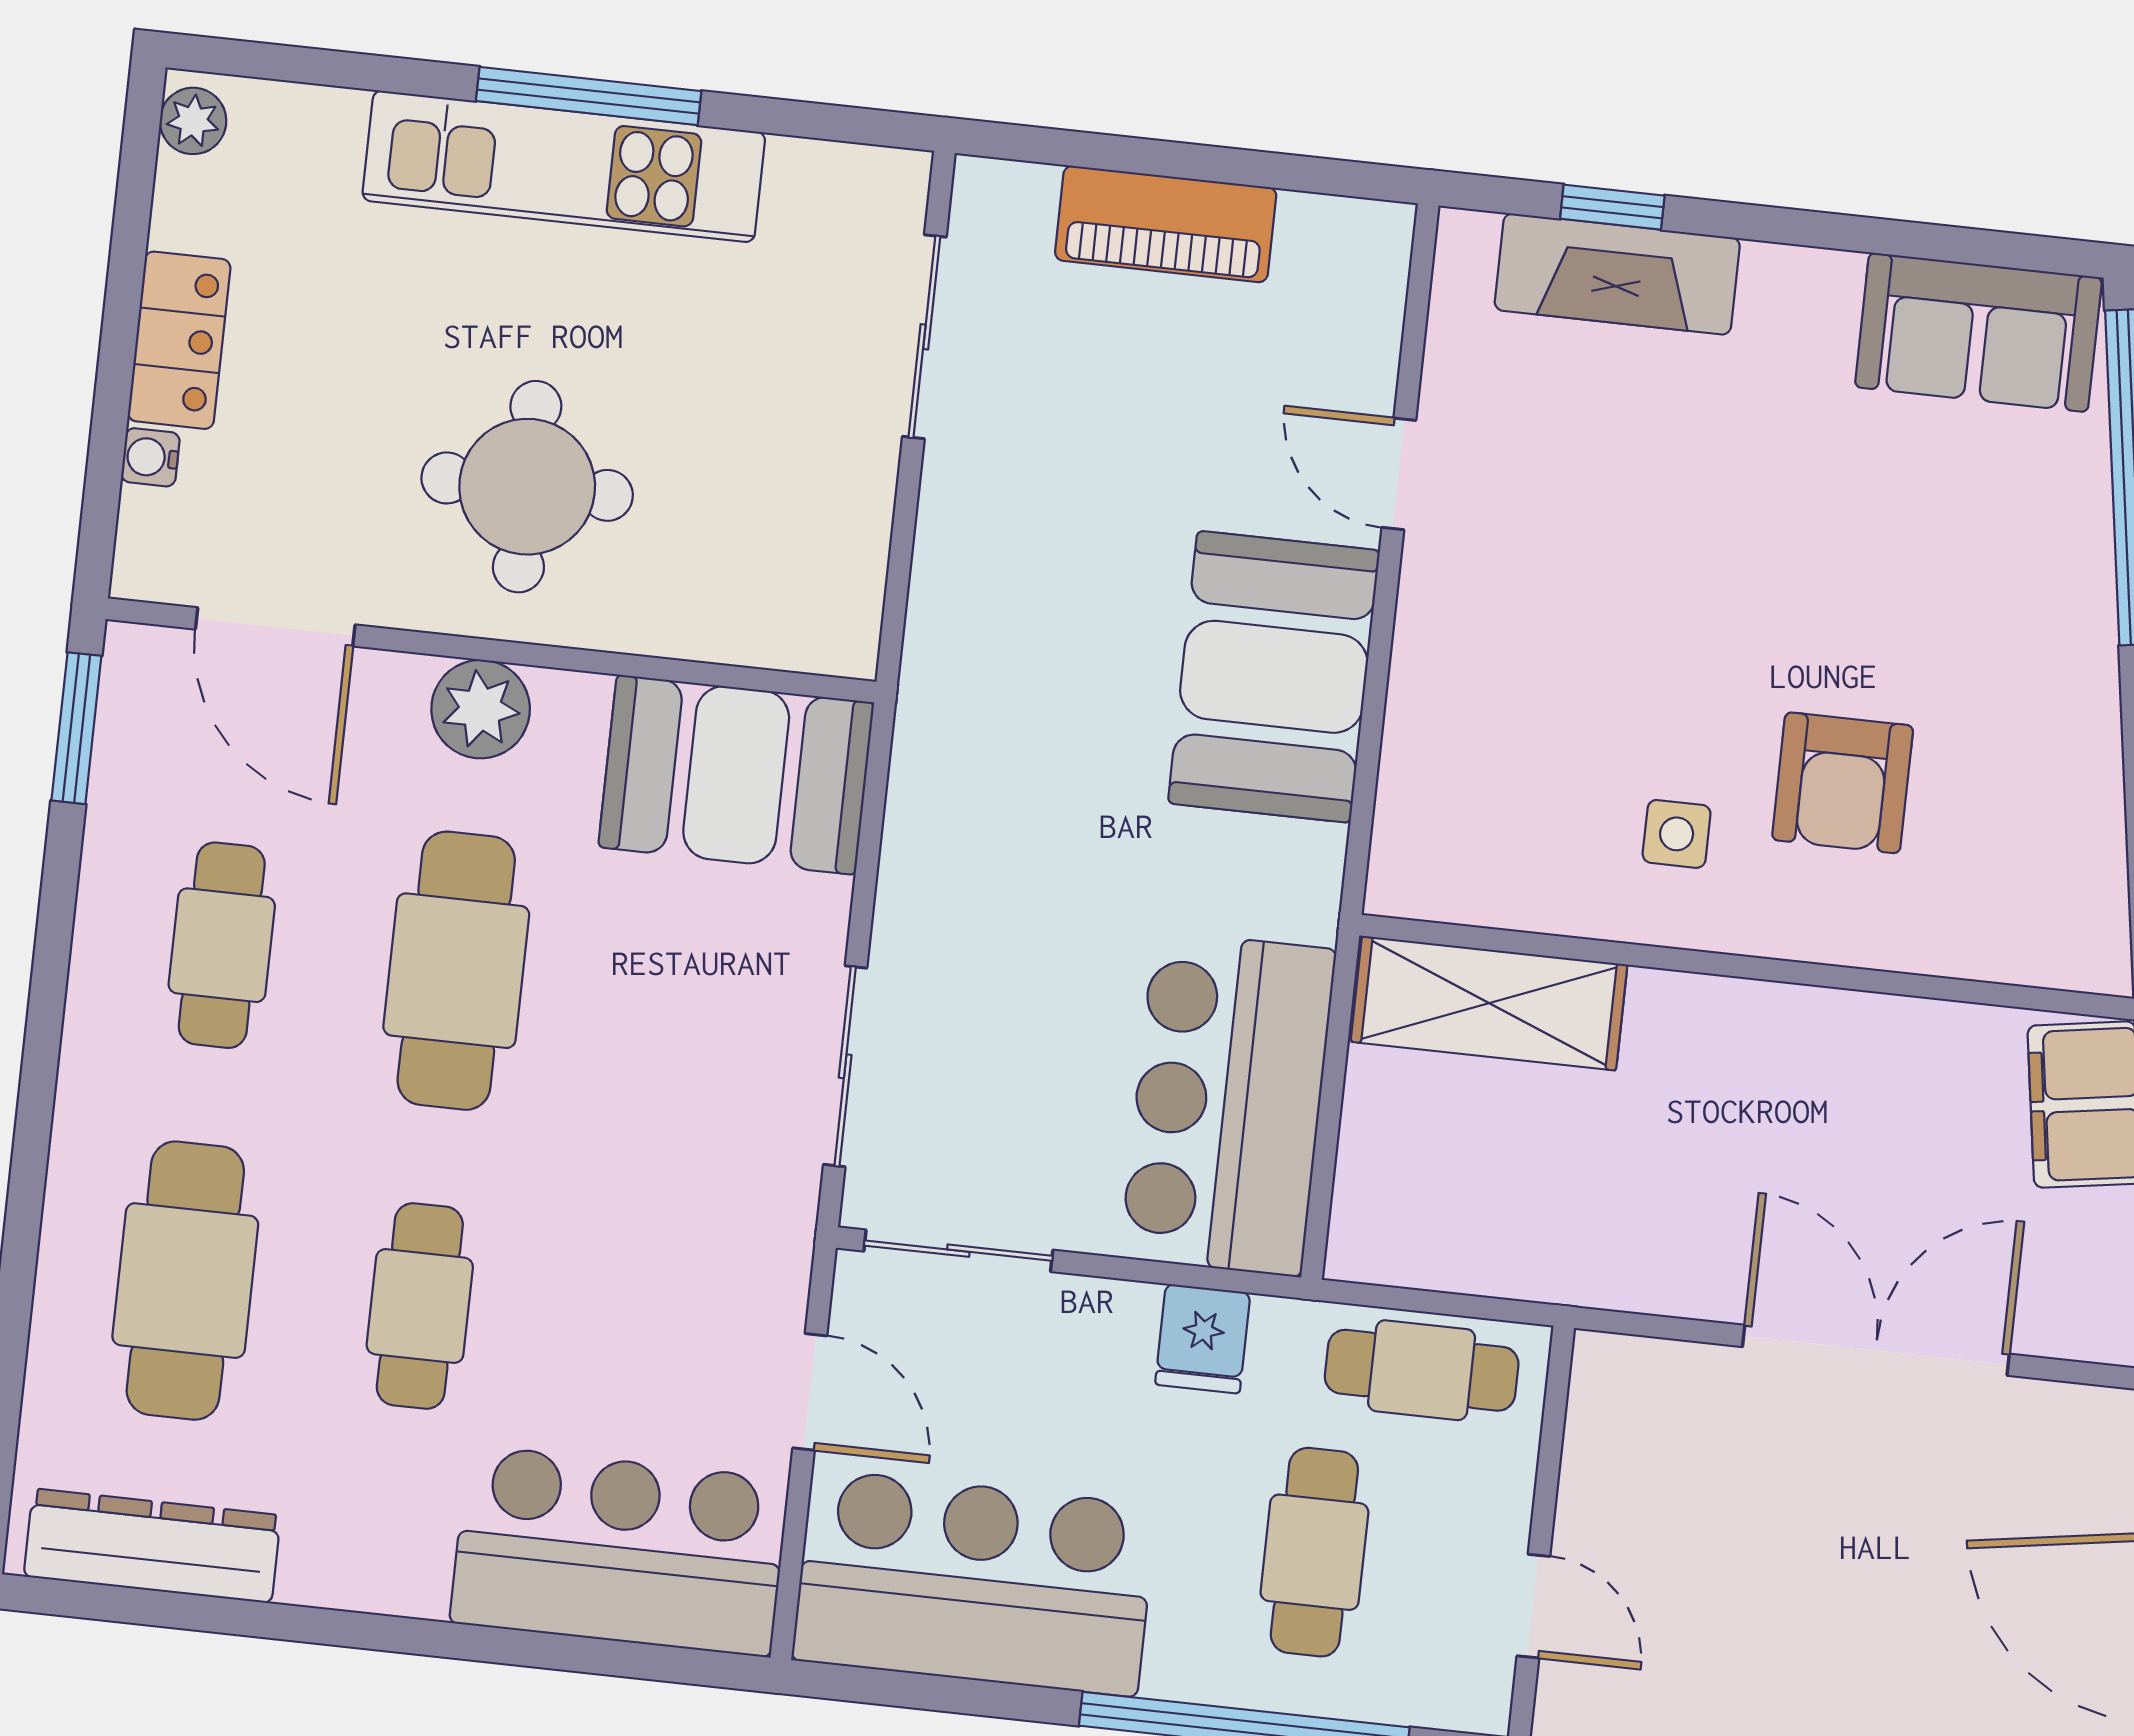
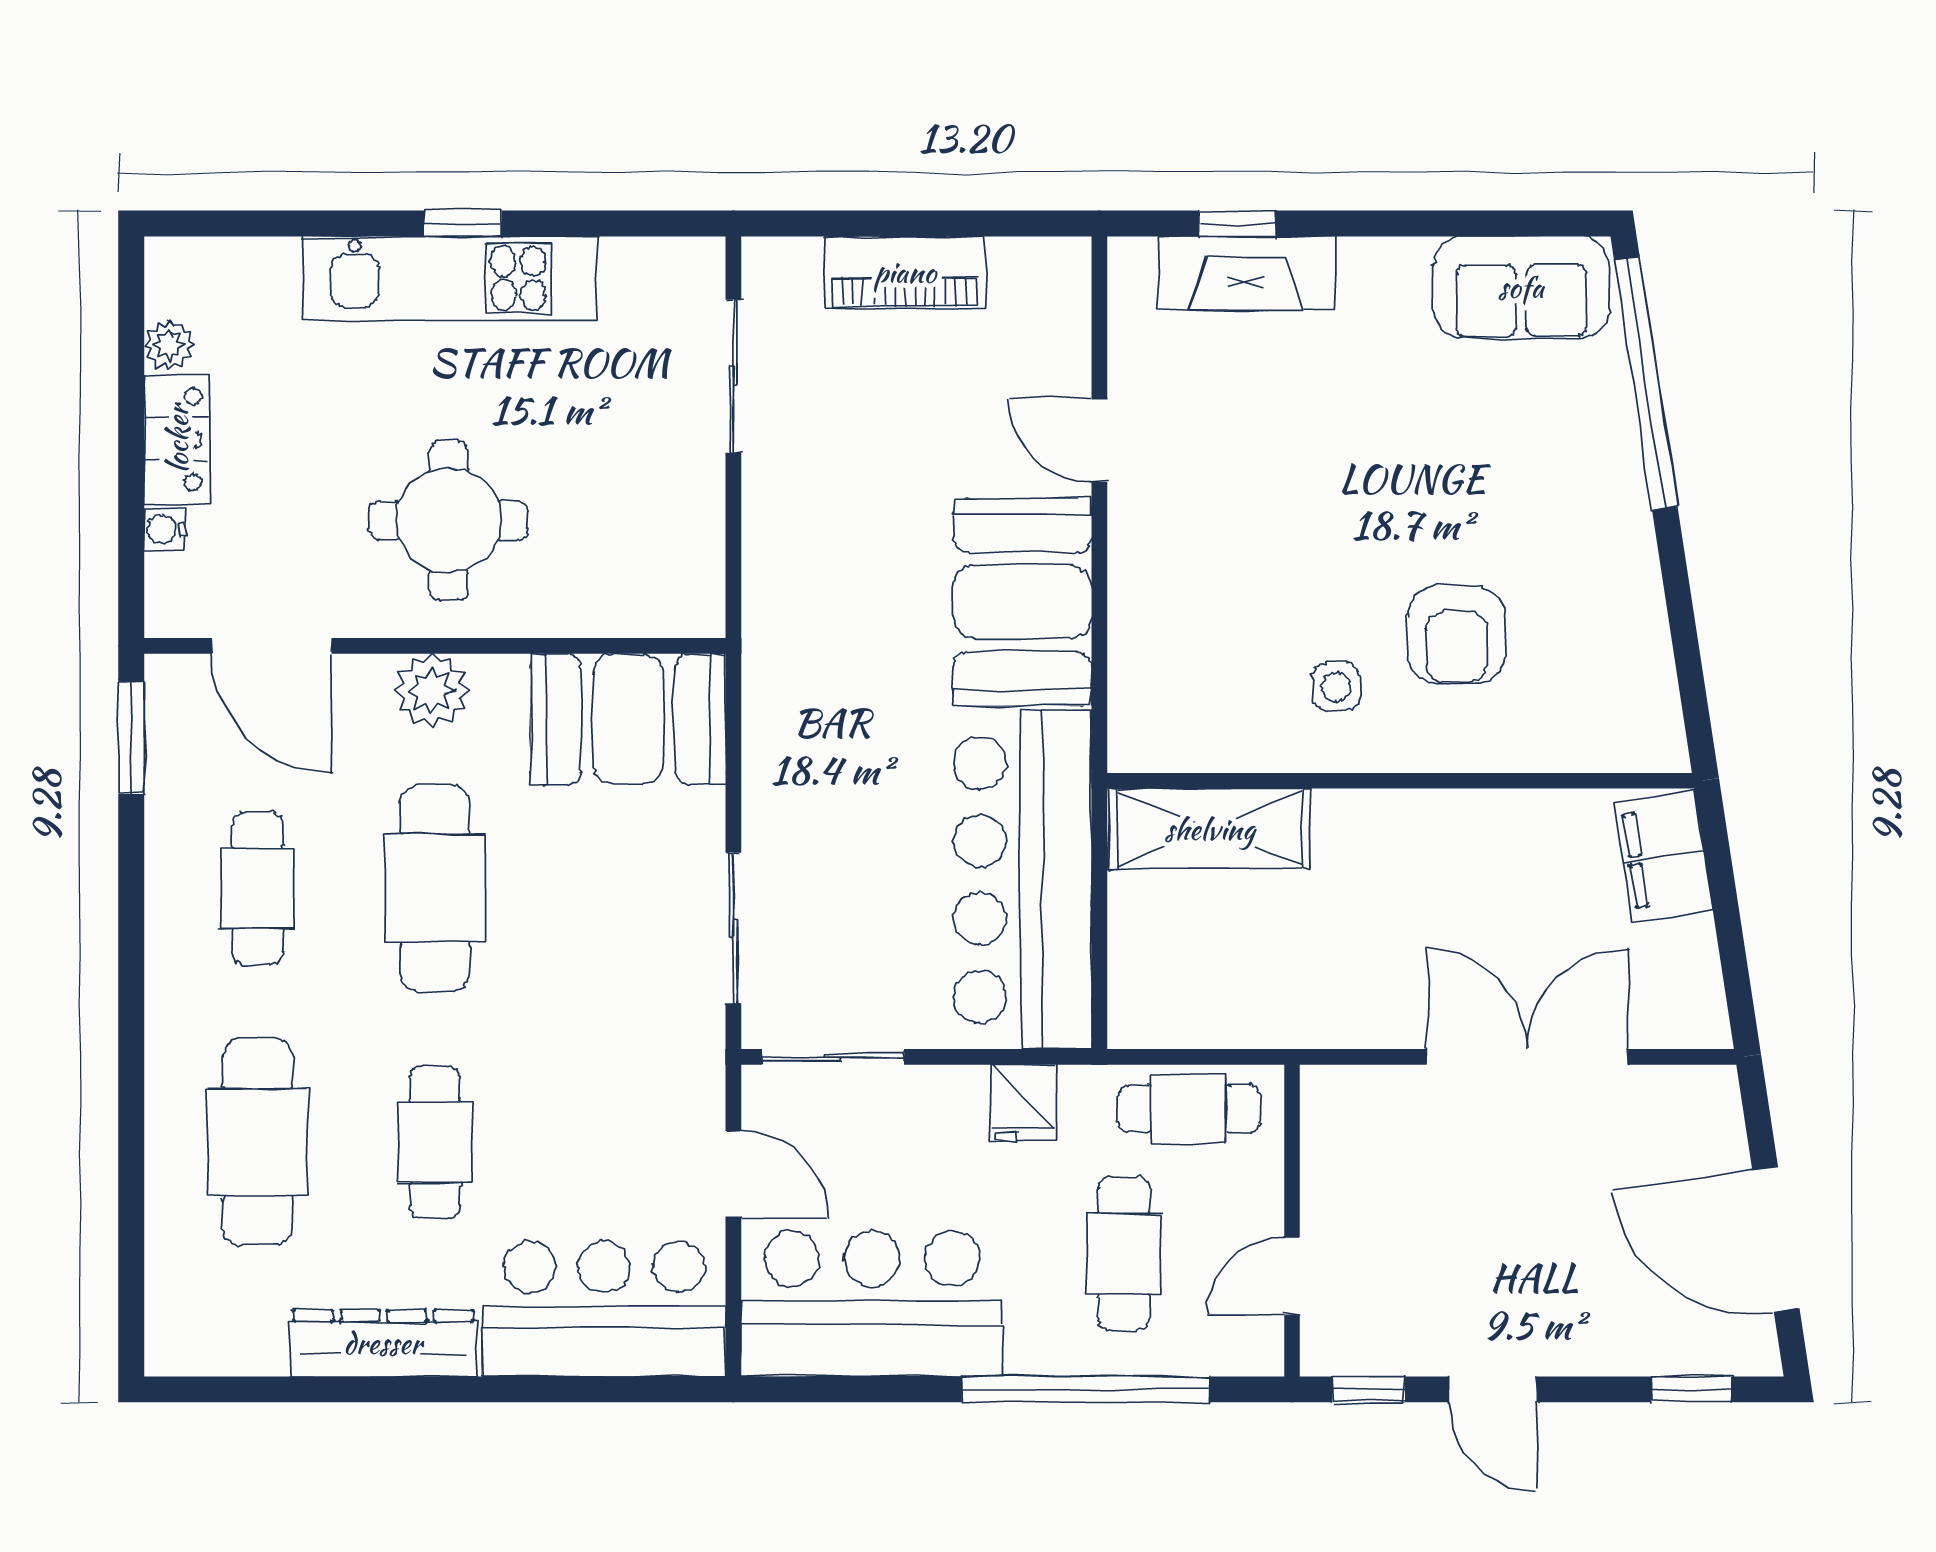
window: (589, 96) -> (463, 223), width x0.46
plant: (193, 121) -> (169, 345), moved
bar counter: (1228, 1104) -> (1023, 880), width x1.36
dresser: (152, 1546) -> (383, 1343), moved
door: (1533, 1606) -> (1292, 1276), swing flipped

